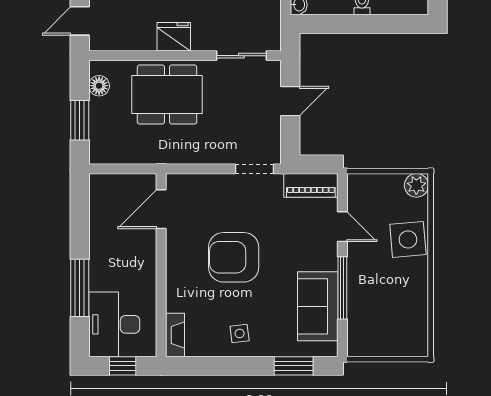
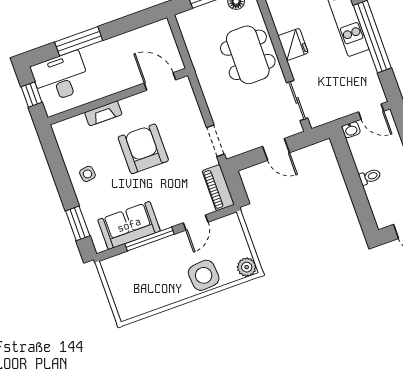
fireplace: (175, 335) -> (103, 113), moved

